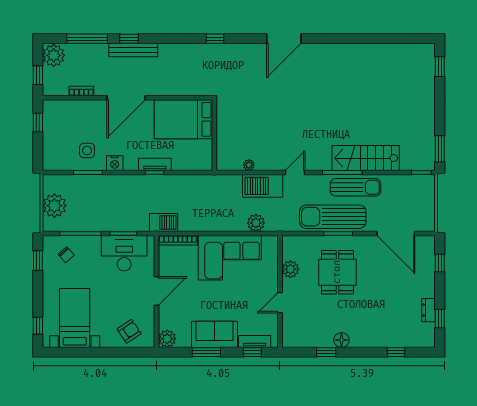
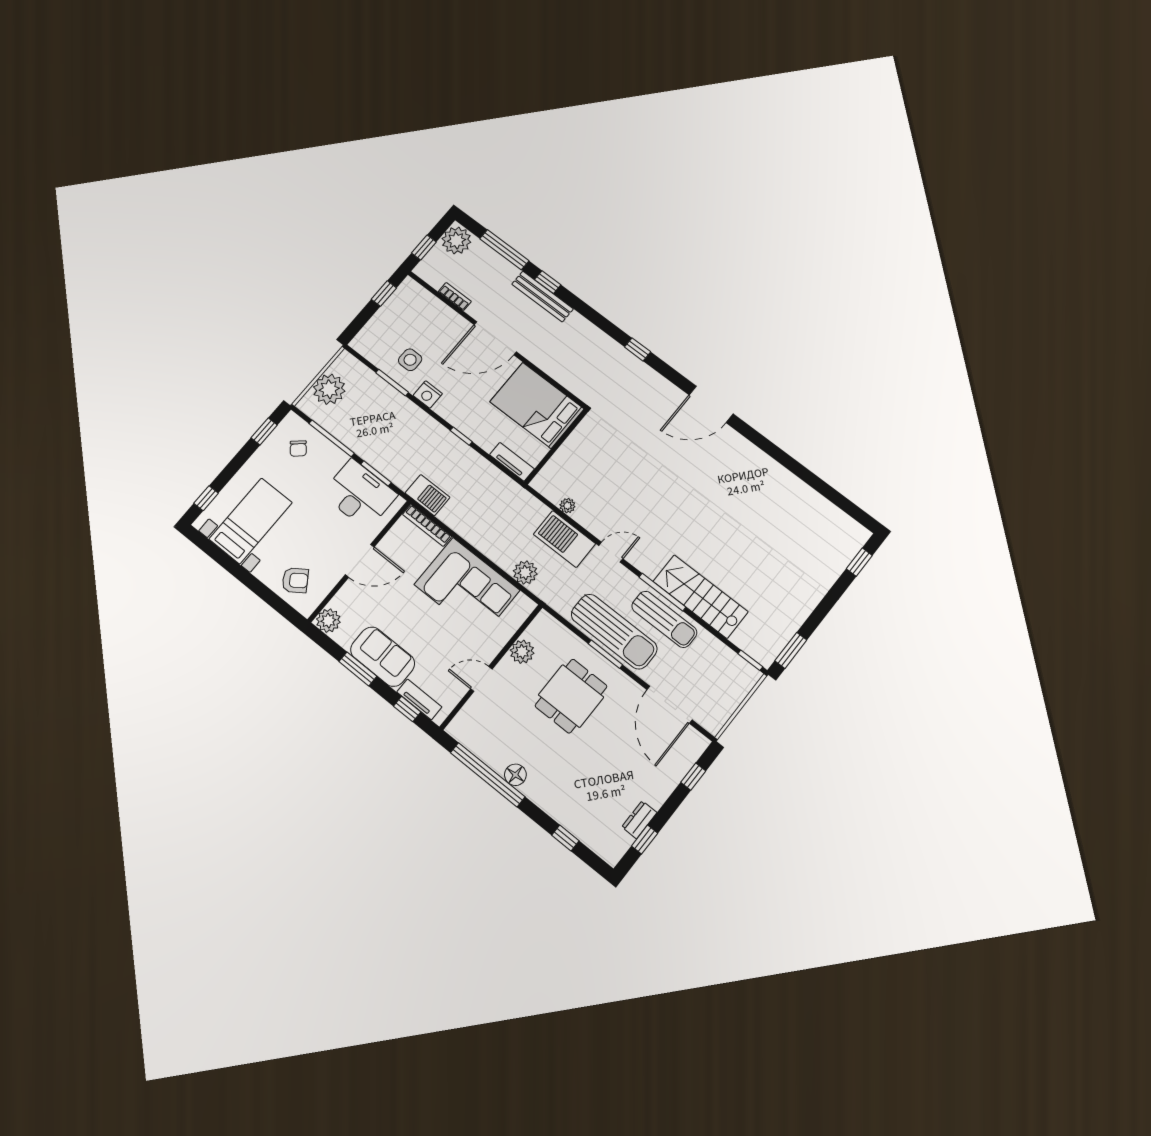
tv unit: (155, 164) -> (512, 462), moved
sun lounger: (333, 217) -> (614, 632), turned 180
window: (326, 352) -> (488, 775), width x3.17

